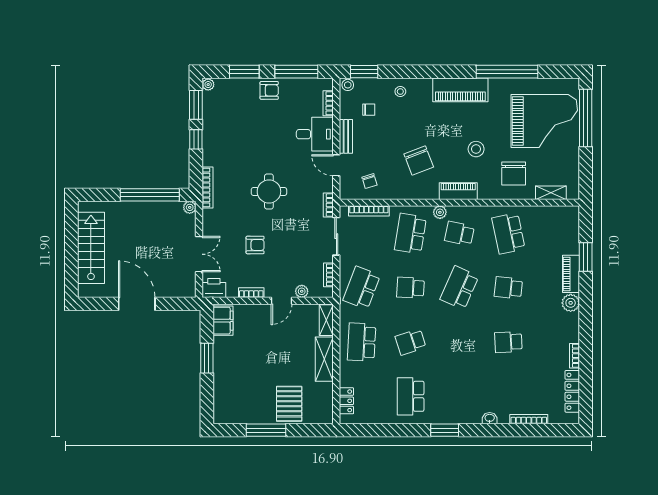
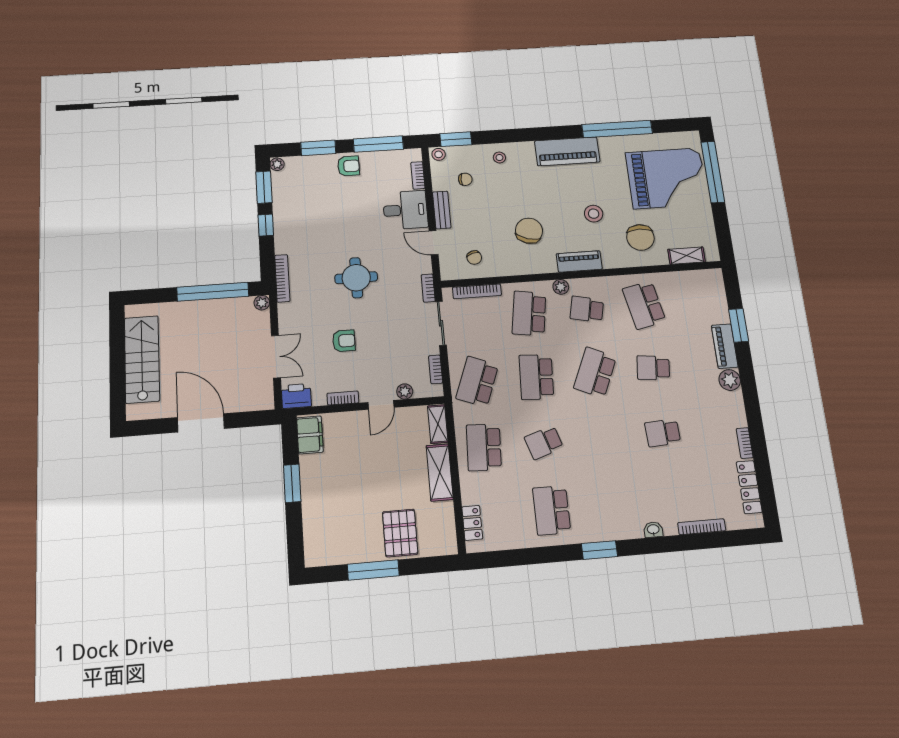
chair: (419, 160) -> (529, 231), turned -142
school desk: (411, 288) -> (536, 377), width x1.85

